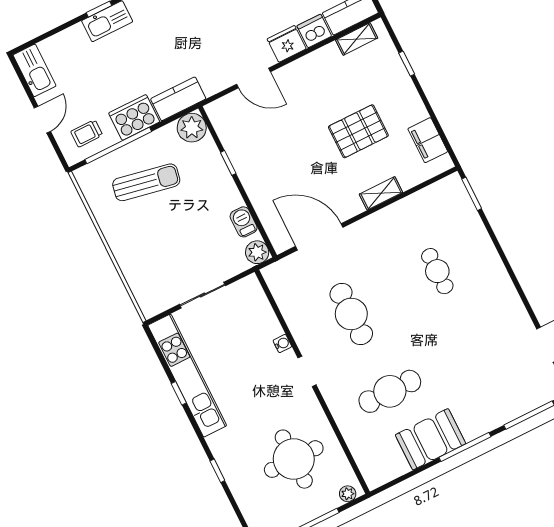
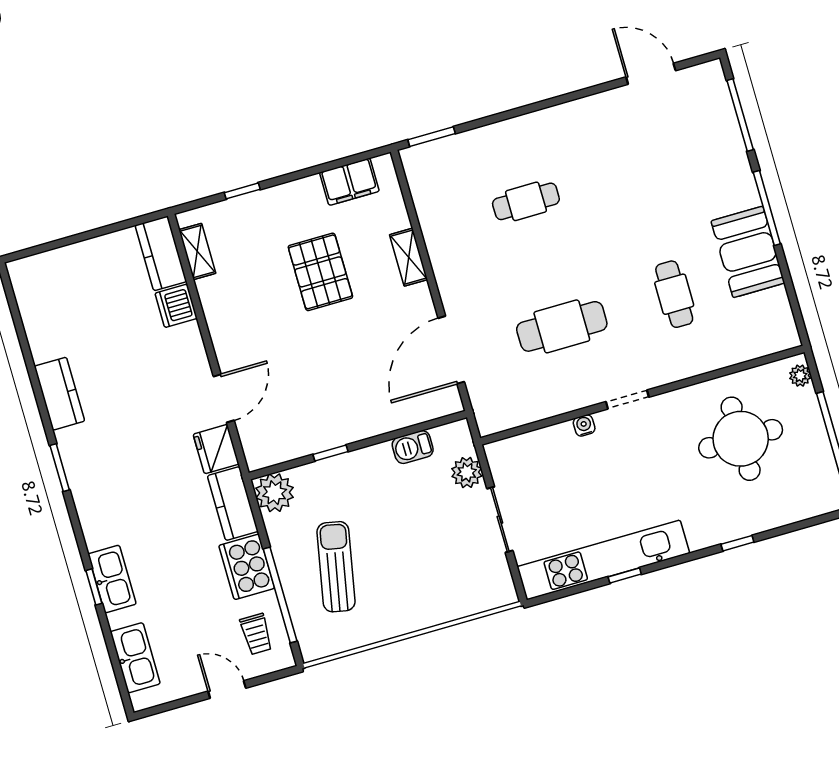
fridge: (287, 44) -> (216, 449), moved
kitchen sink: (35, 70) -> (135, 658), moved, turned 90
plant: (257, 252) -> (467, 472), moved
cafe table: (390, 391) -> (674, 294), width x0.73, depth x0.74

